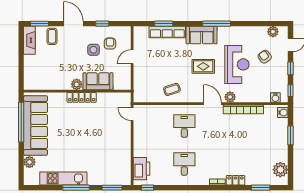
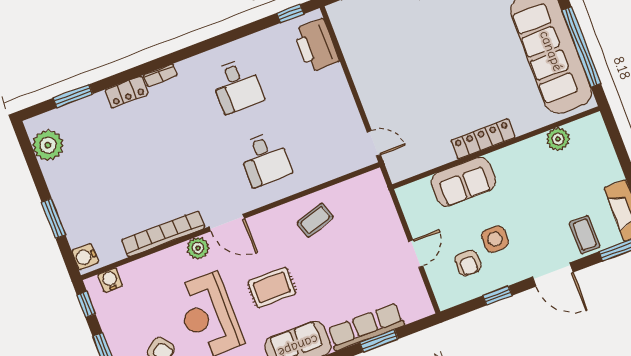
plant: (77, 84) -> (558, 139), moved

